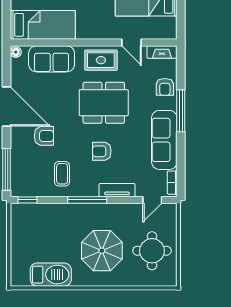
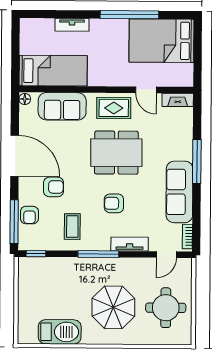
armchair: (165, 87) -> (29, 215), moved

